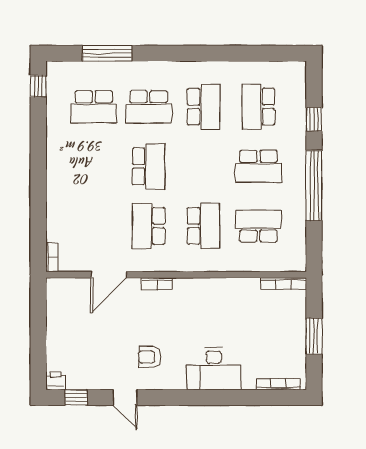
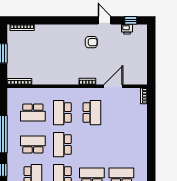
school desk: (149, 166) -> (62, 145), moved
desk: (214, 369) -> (57, 36), removed
printer: (56, 381) -> (127, 29), moved

